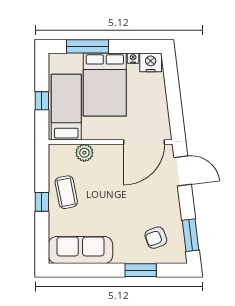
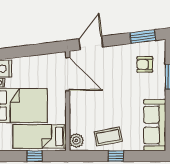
plant: (84, 153) -> (76, 140), moved
armchair: (156, 238) -> (145, 64), turned 110

